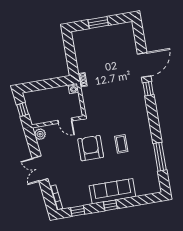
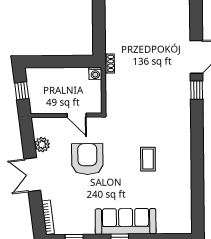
plant: (40, 134) -> (42, 145), moved
armchair: (91, 148) -> (87, 159), moved
window: (160, 157) -> (197, 185), removed

